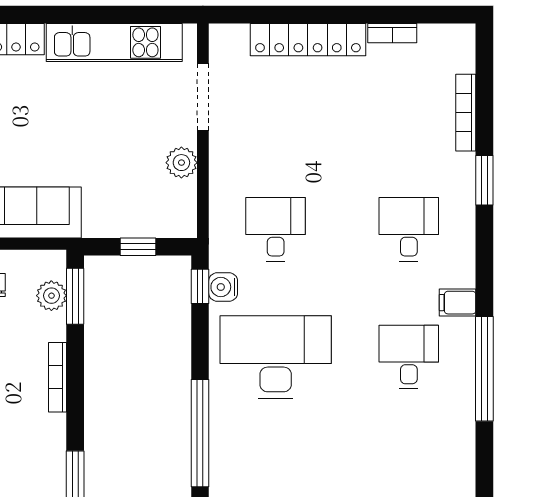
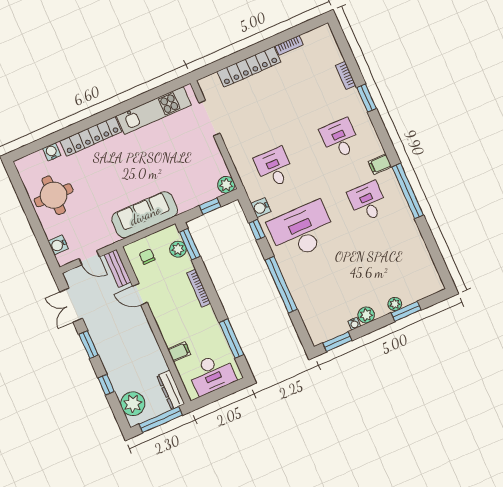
bookcase: (466, 113) -> (346, 75), width x0.64
plant: (181, 163) -> (226, 185), moved
window: (200, 286) -> (257, 230), moved

